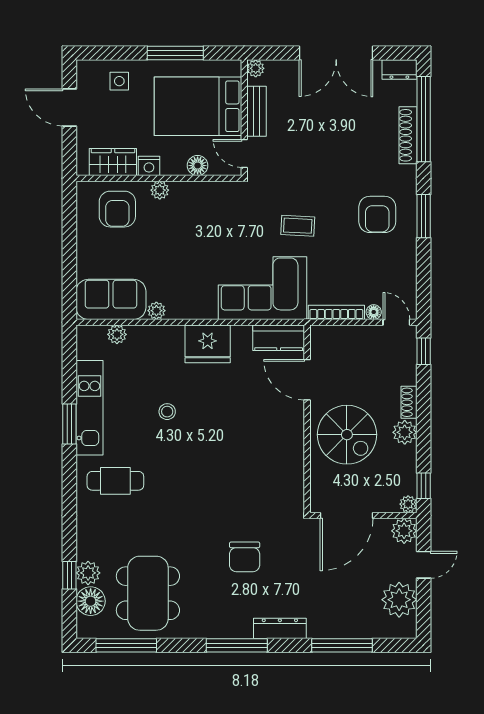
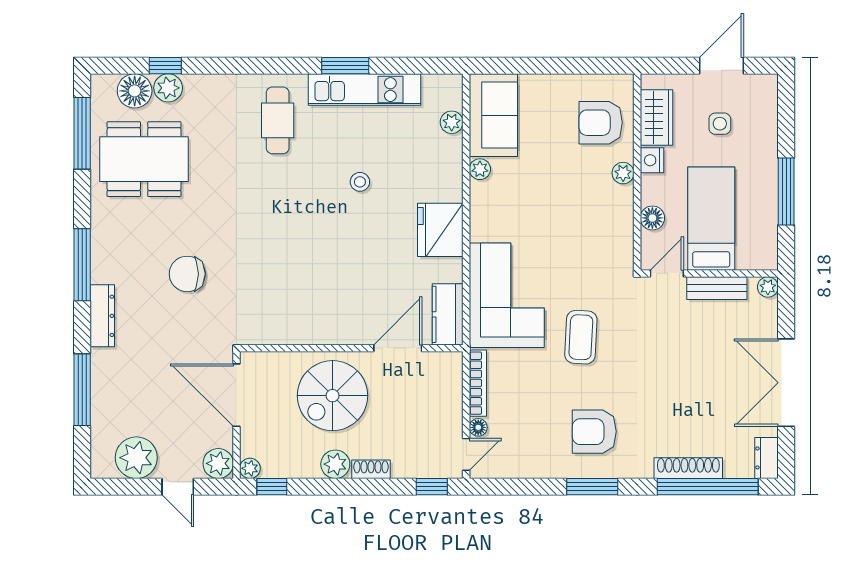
side table: (119, 81) -> (720, 124), moved
bed: (198, 106) -> (711, 219), width x0.67
coffee table: (298, 226) -> (581, 337), width x1.36, depth x1.30

